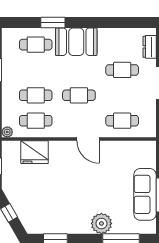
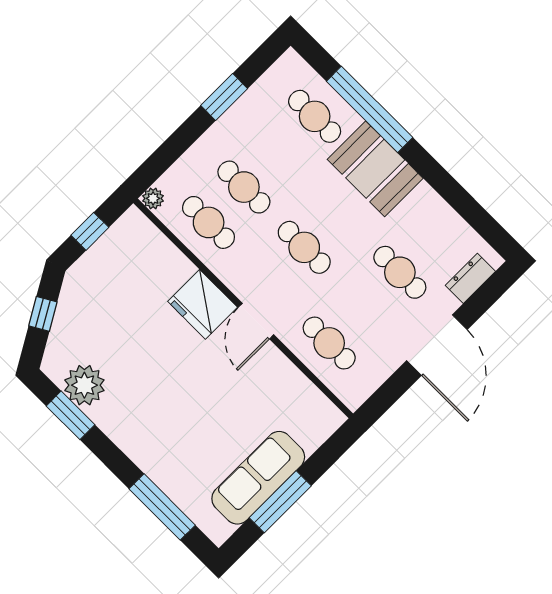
window: (53, 22) -> (370, 109), width x2.11
fridge: (35, 152) -> (203, 304), moved
plant: (101, 223) -> (84, 385), moved

